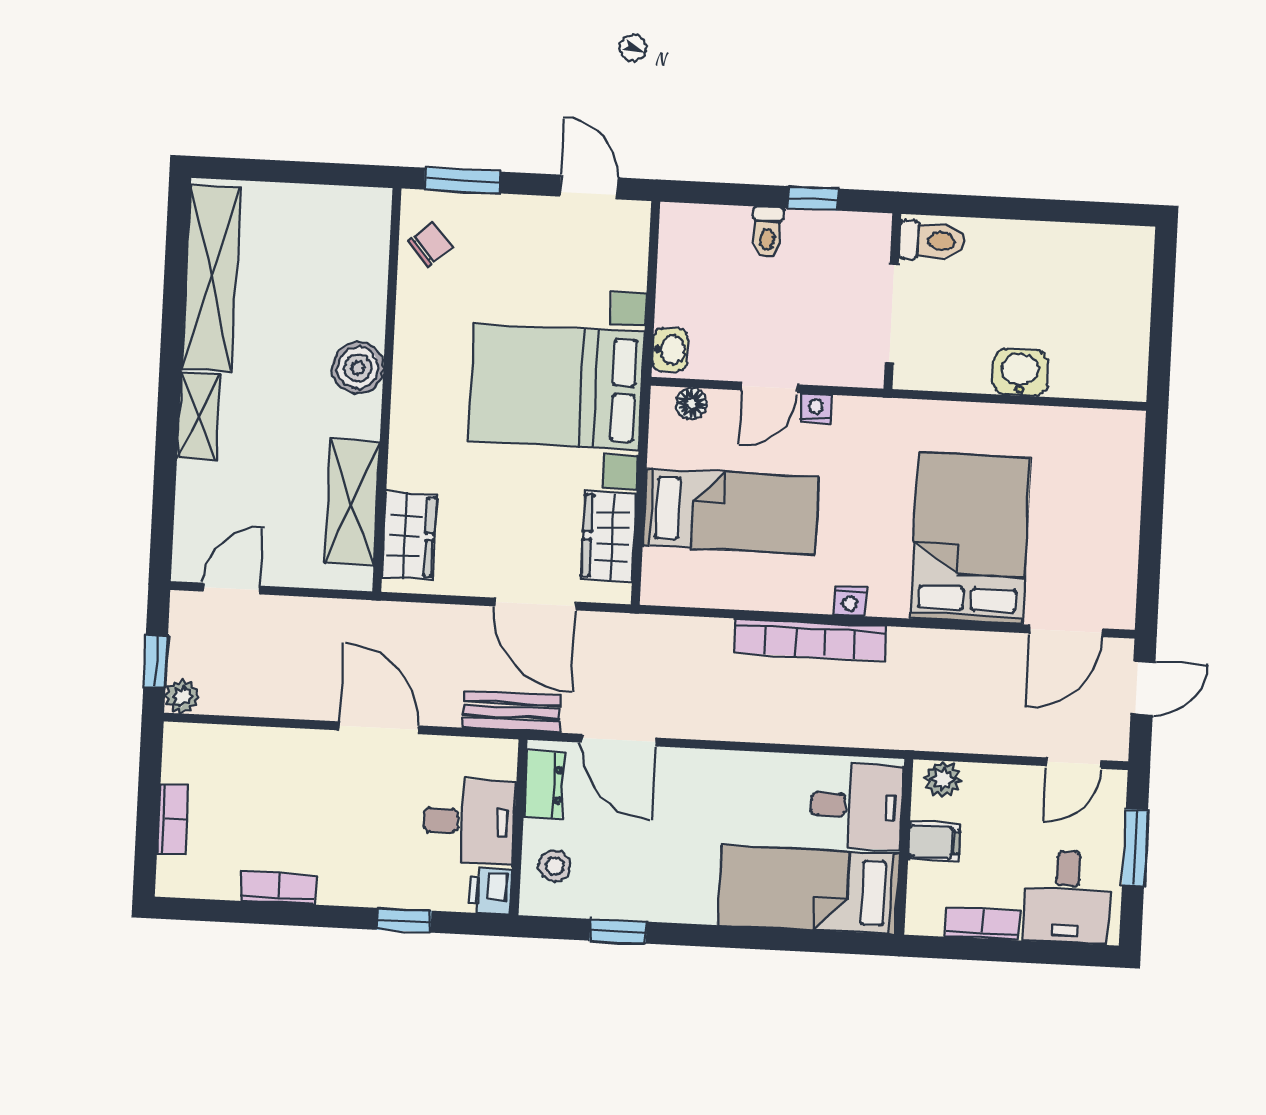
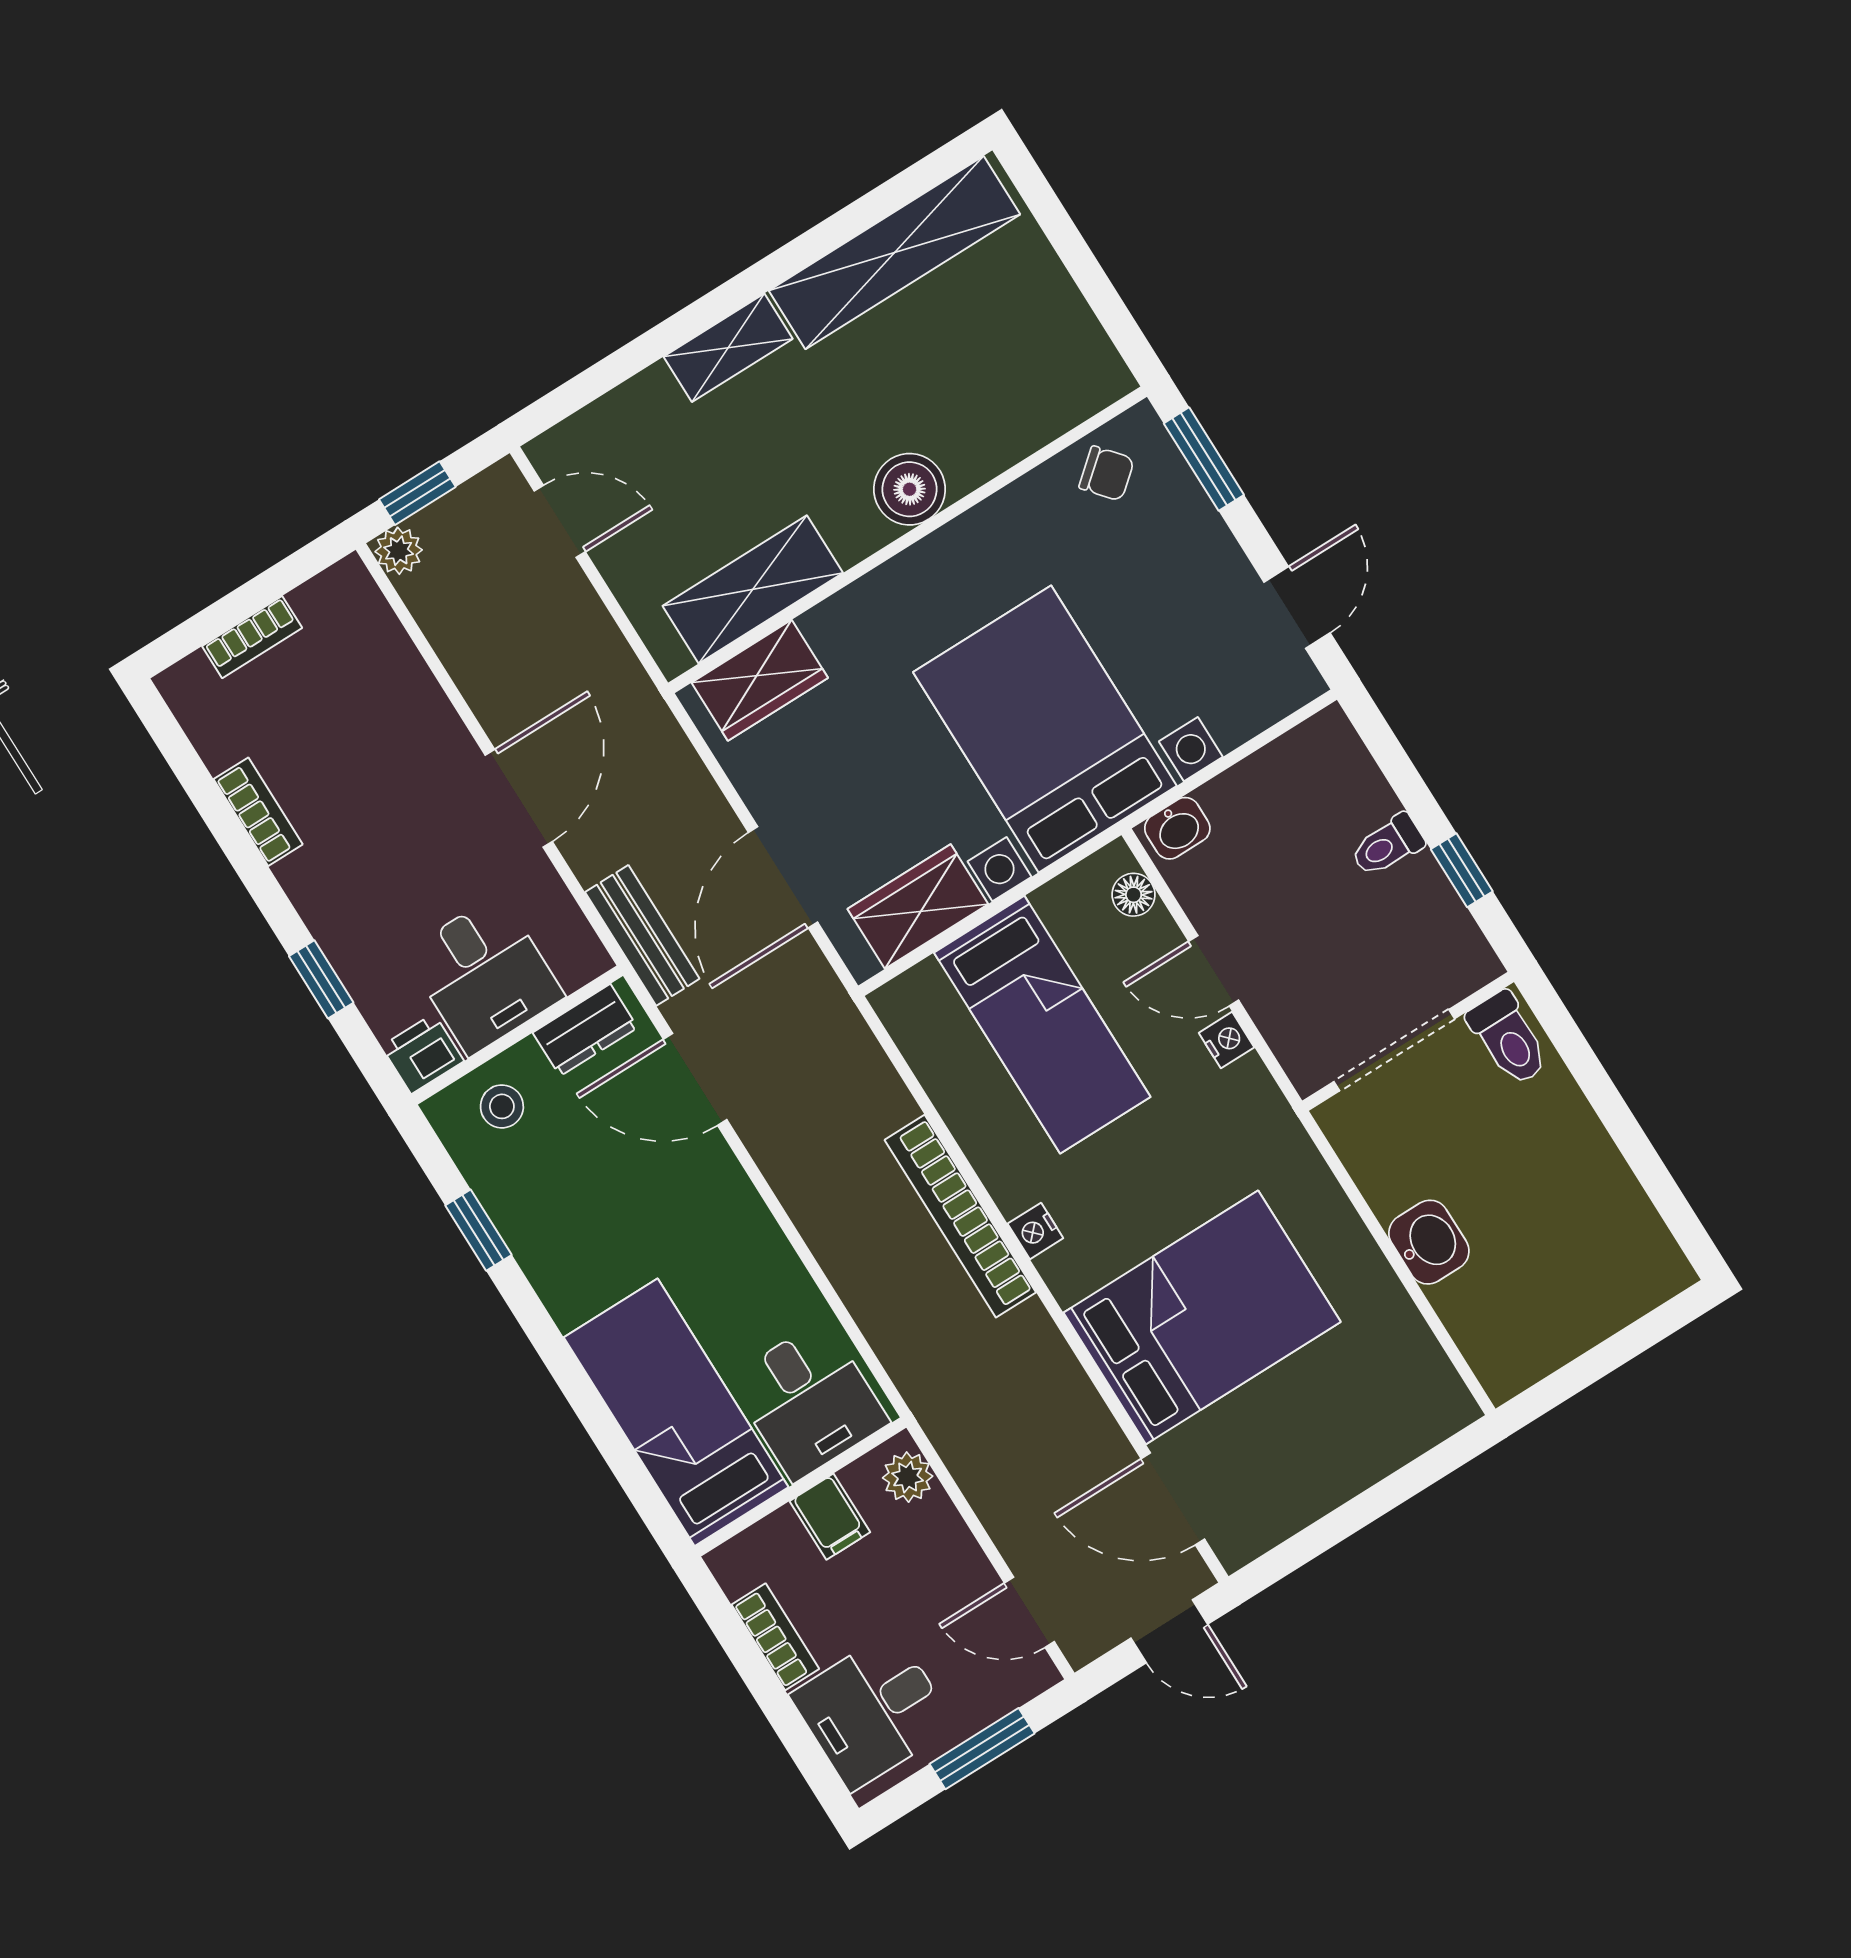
door: (619, 740) -> (695, 1079), hinge flipped

